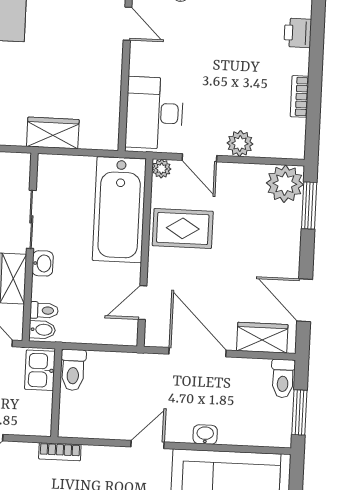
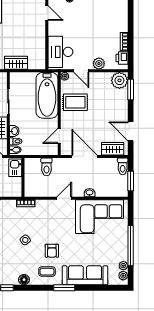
printer: (298, 33) -> (122, 58), moved
washbasin: (43, 263) -> (14, 131), moved
toilet: (73, 370) -> (46, 167), moved

